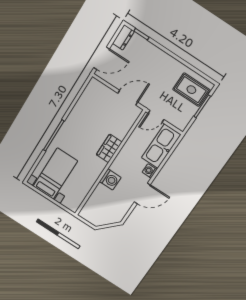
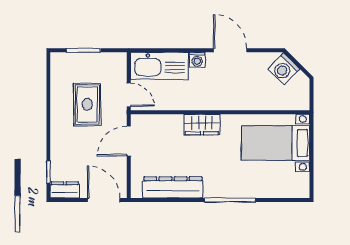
rug: (191, 90) -> (87, 104), moved
door: (128, 98) -> (129, 141), hinge flipped
dresser: (82, 106) -> (173, 187), added
bed with nightstands: (55, 174) -> (276, 143), moved
washing machine: (110, 180) -> (284, 69), moved, turned -135

